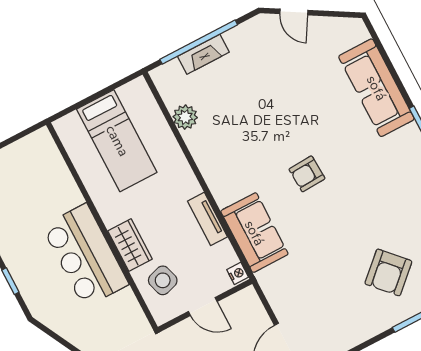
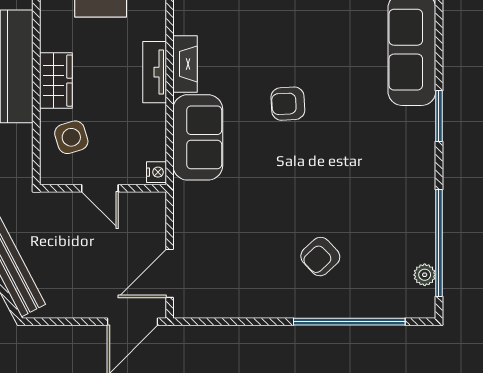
fireplace: (217, 184) -> (185, 64), added
tv unit: (207, 219) -> (155, 72), moved
armchair: (388, 272) -> (320, 257), width x0.72, depth x0.72

